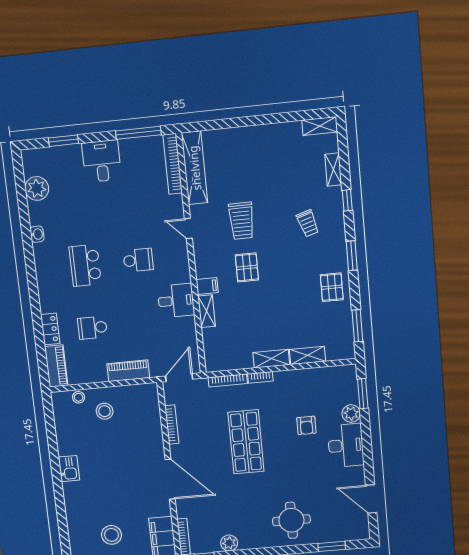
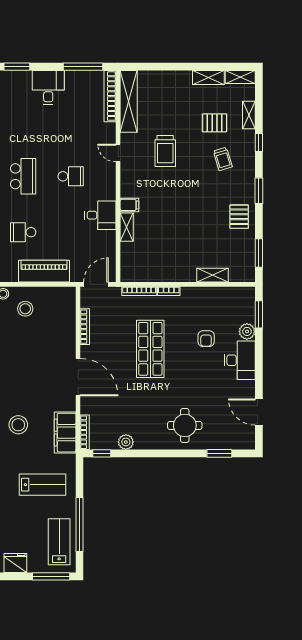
school desk: (85, 265) -> (23, 176), turned 180
pallet: (247, 267) -> (215, 123), moved, turned 90
shelving: (271, 359) -> (208, 77), moved
piano: (128, 371) -> (44, 271), width x1.37, depth x1.33

